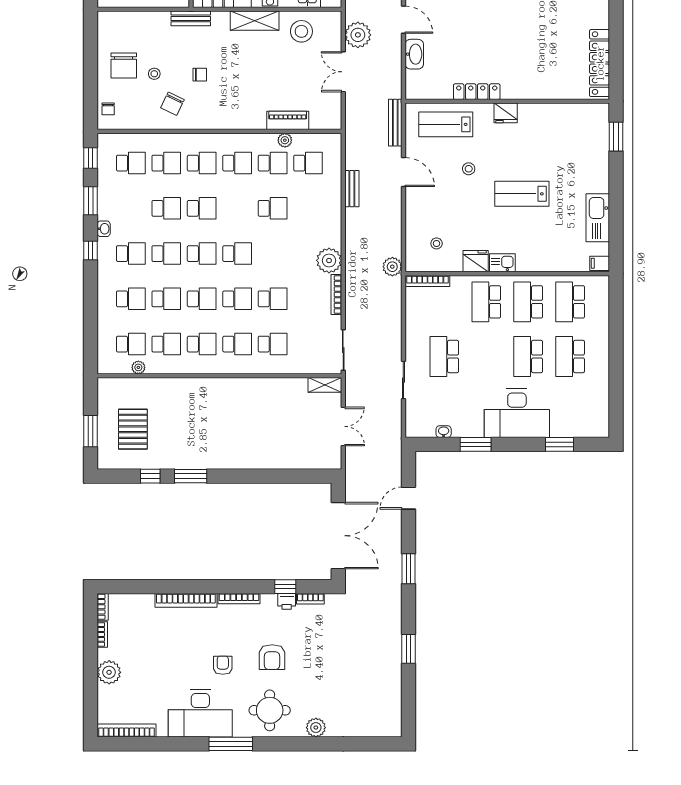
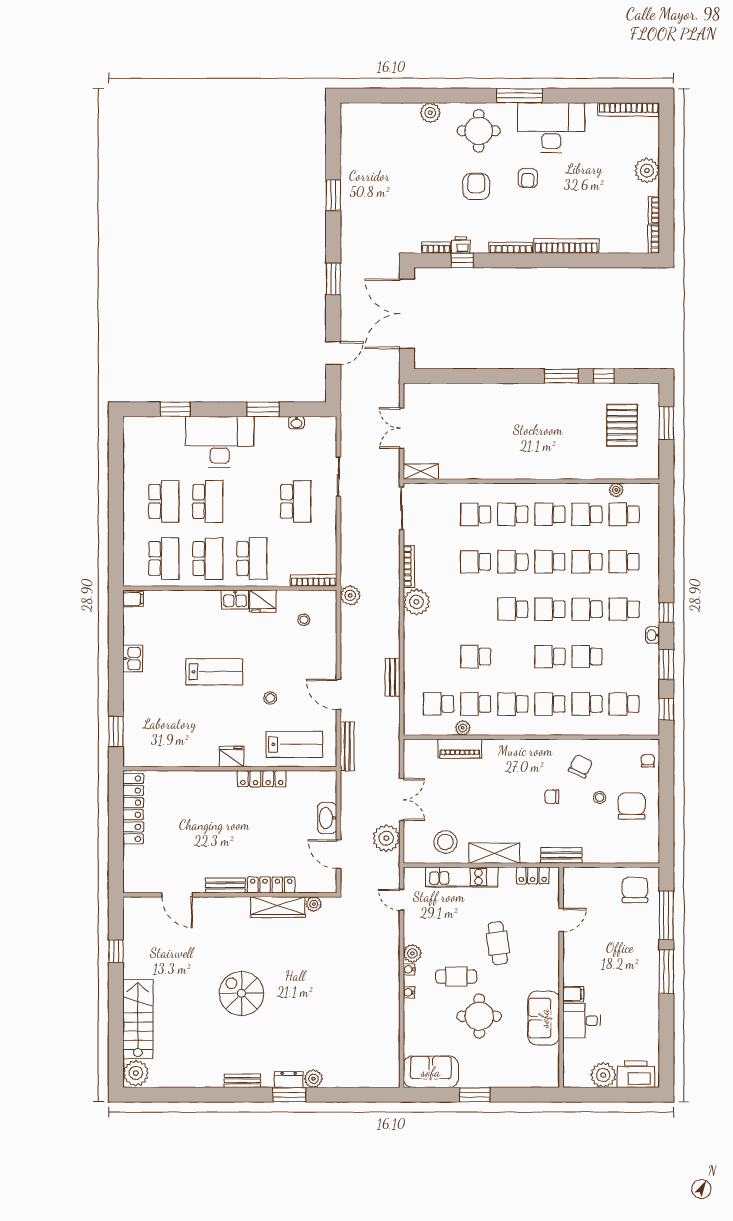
kitchen sink: (598, 218) -> (133, 659), width x0.53, depth x0.81

